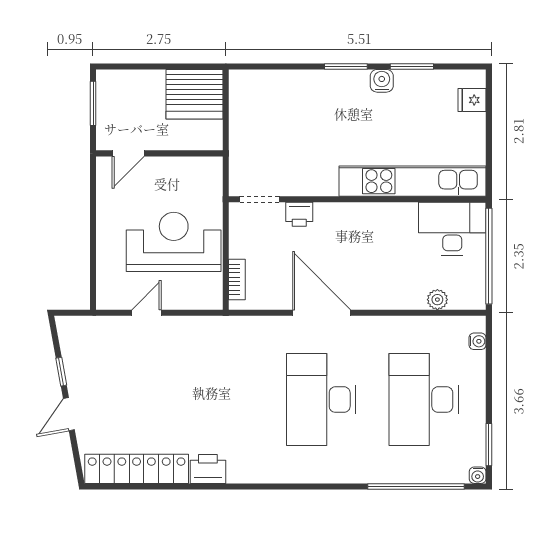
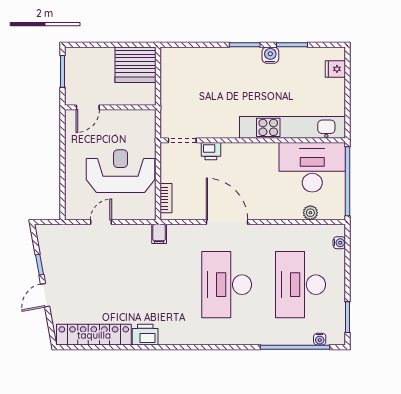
desk: (452, 229) -> (312, 167), width x1.36, depth x1.30
filing cabinet: (227, 329) -> (159, 234), added
water cooler: (478, 475) -> (320, 339), moved

